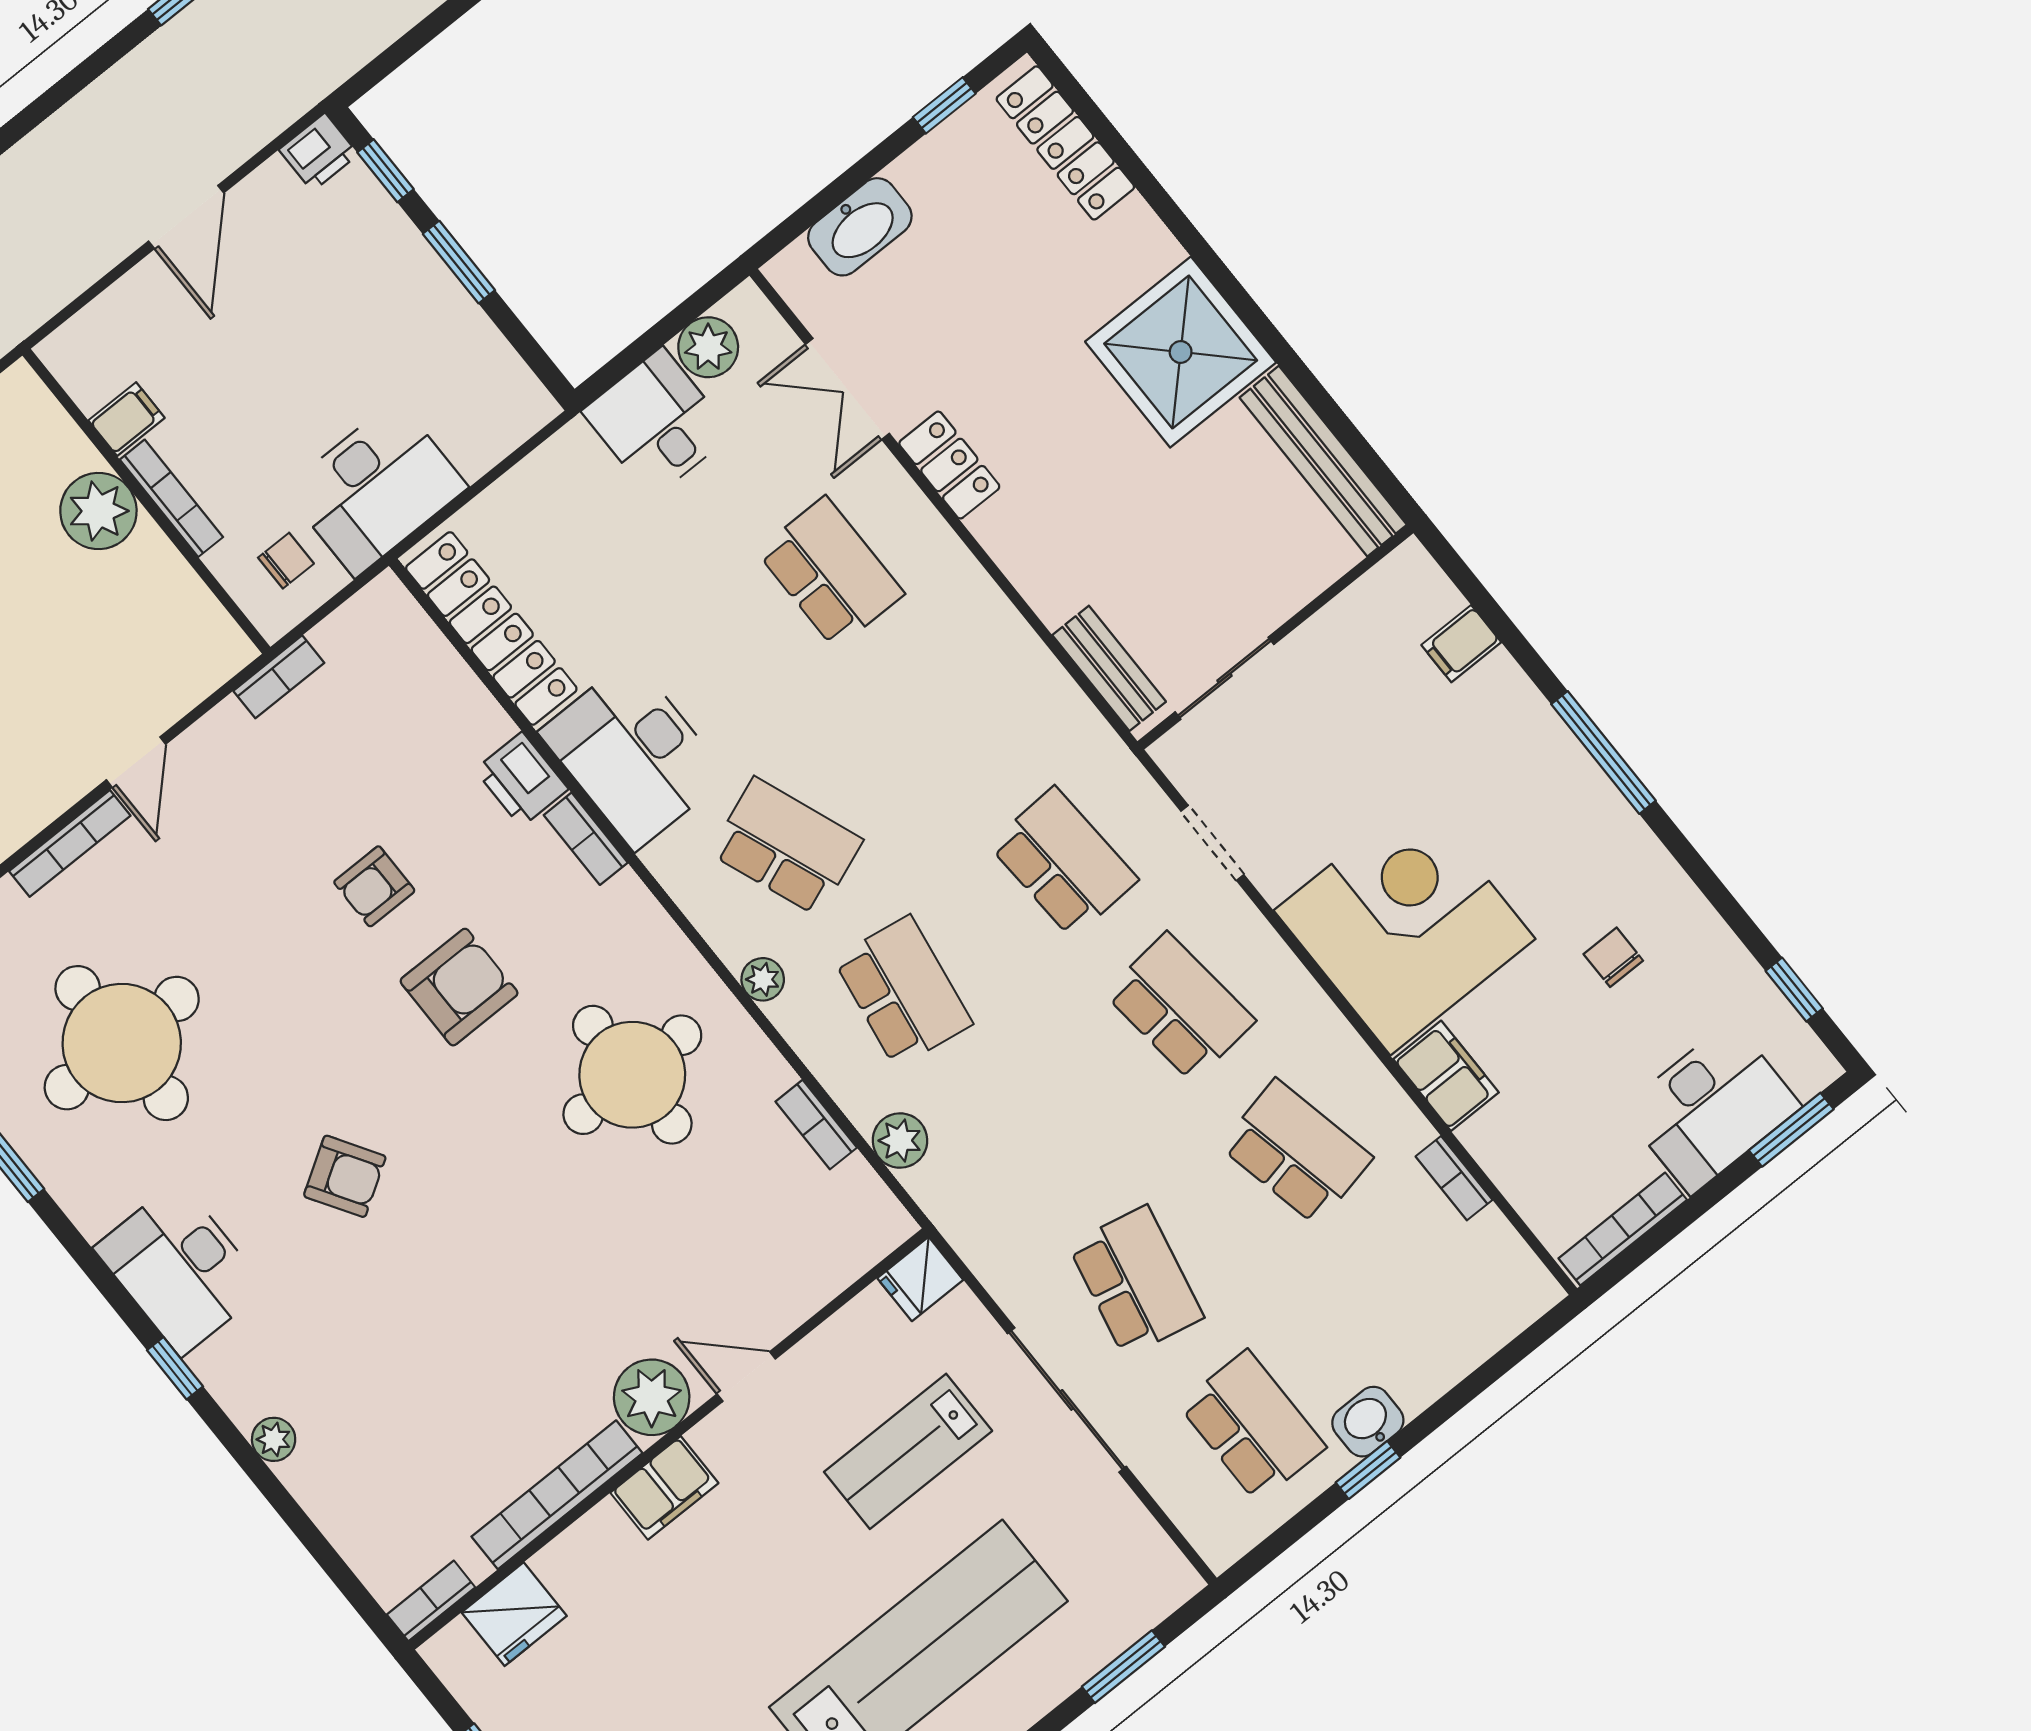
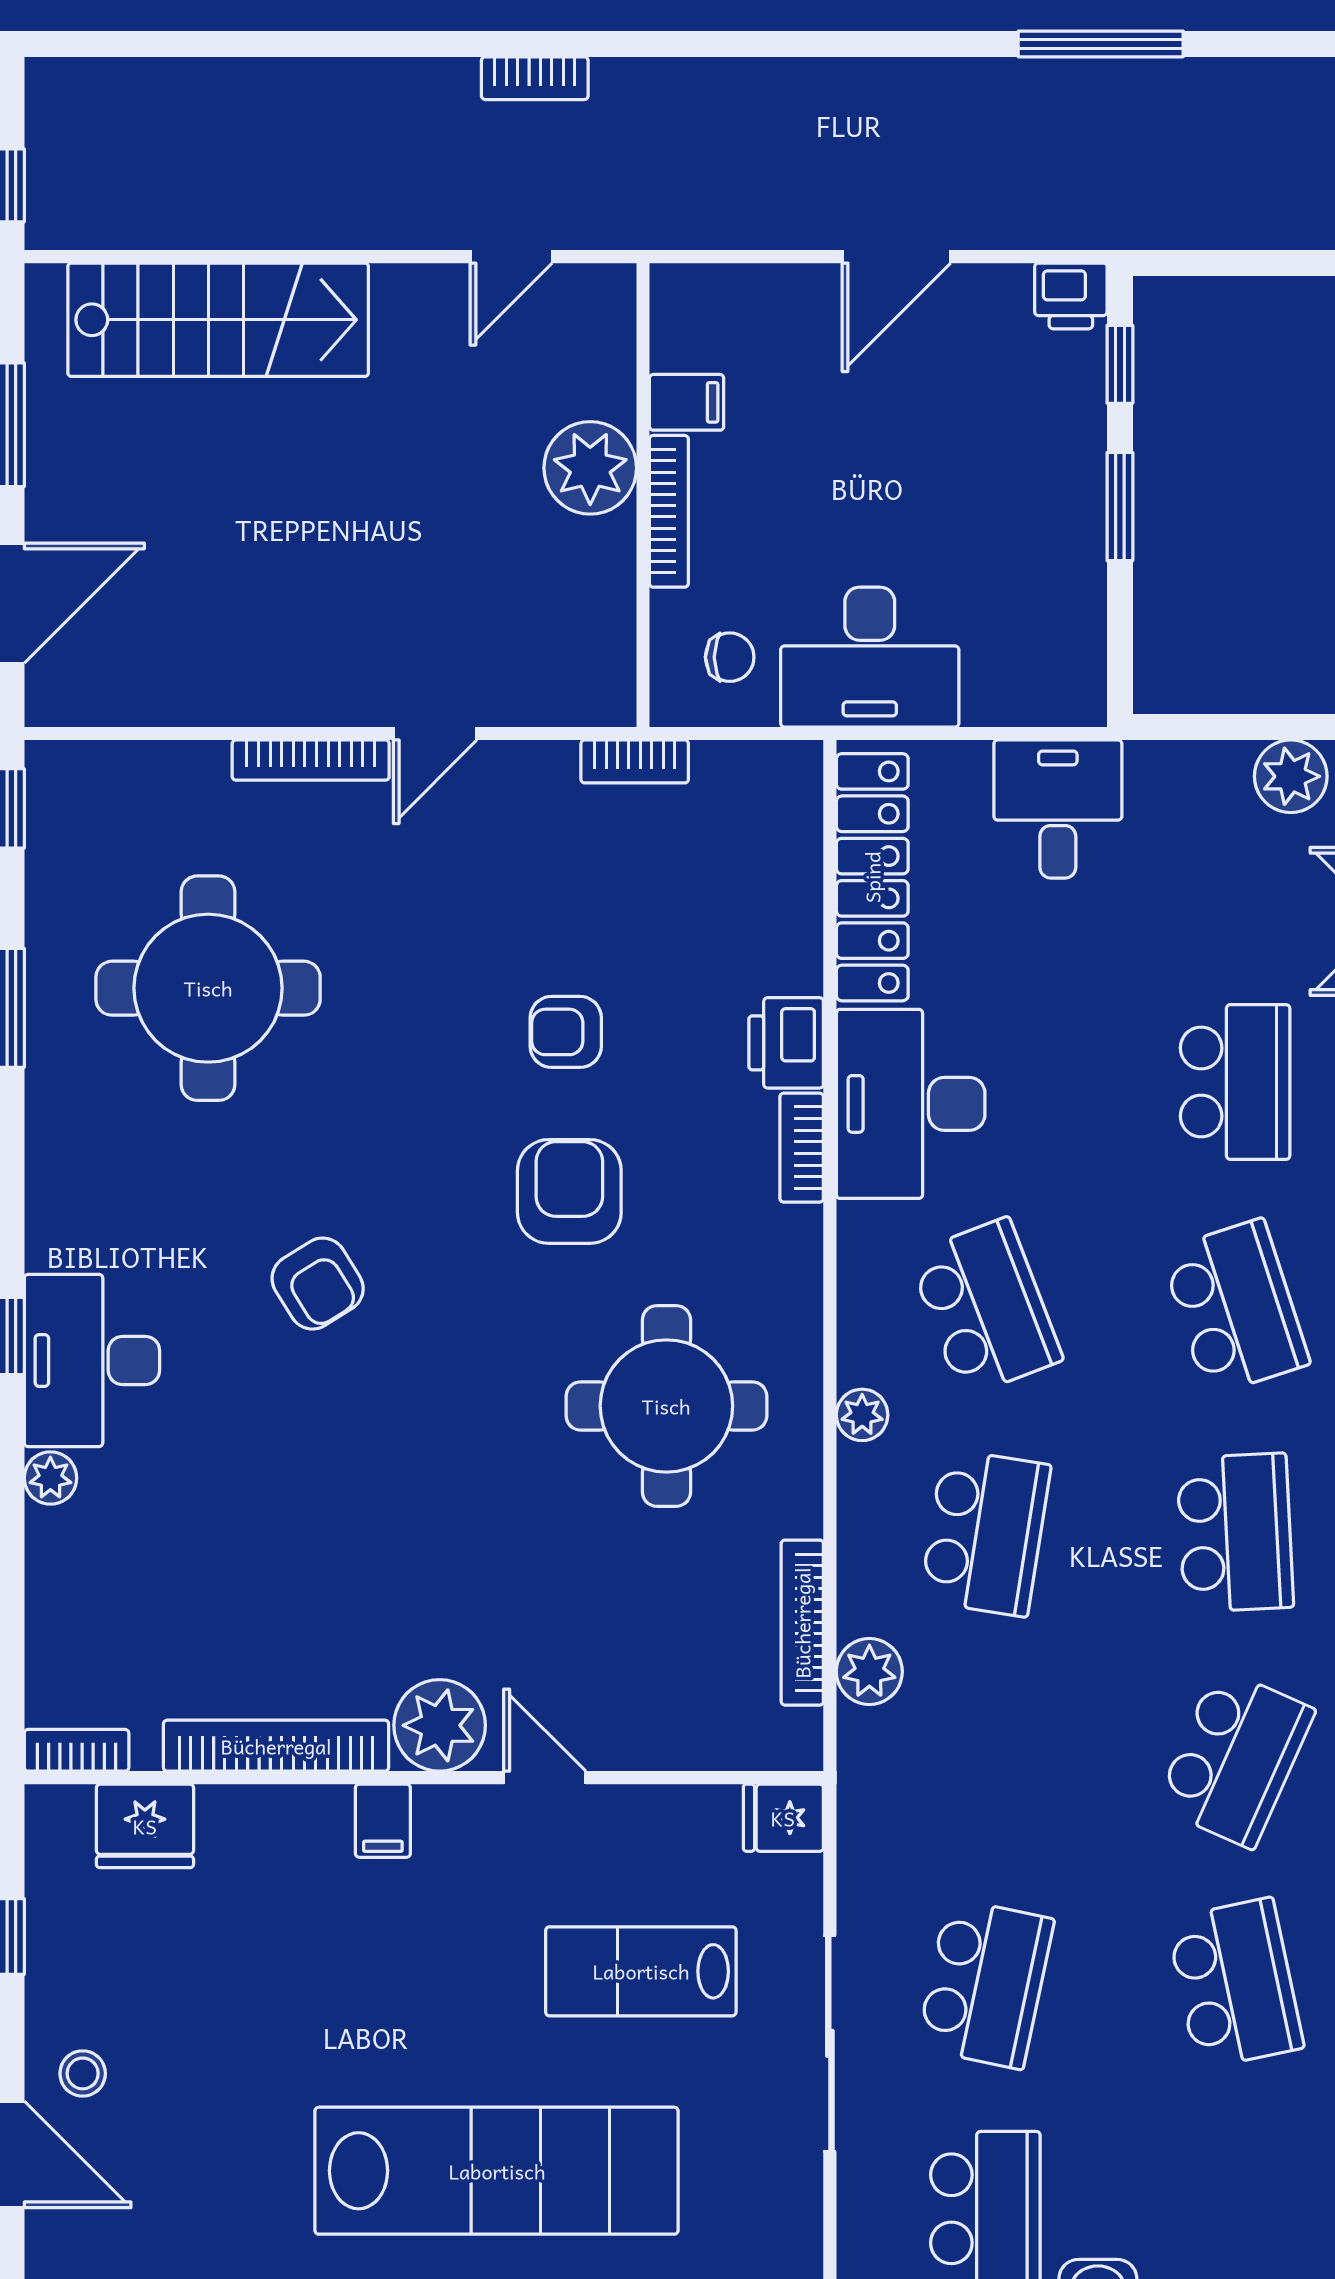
desk: (657, 423) -> (1058, 809), moved
school desk: (947, 717) -> (1235, 1307), added
armchair: (459, 987) -> (569, 1191), turned -90
school desk: (1180, 1007) -> (1235, 1758), turned 30
bookcase: (816, 1125) -> (802, 1623), width x1.56
desk: (180, 1268) -> (92, 1360), moved
filing cabinet: (664, 1488) -> (383, 1821), width x0.50

